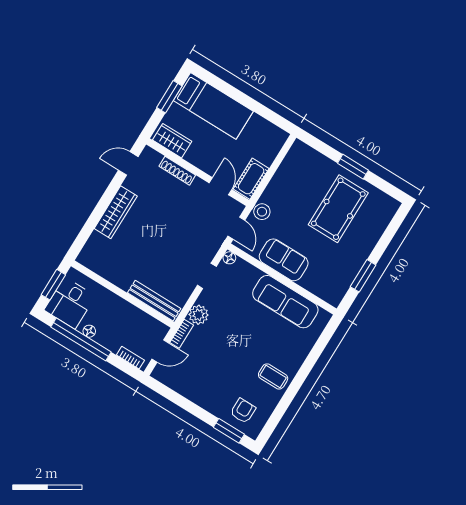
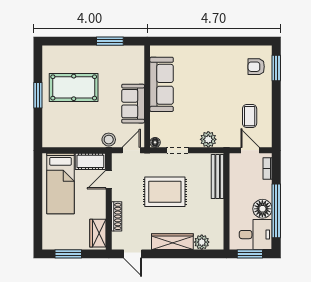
bed: (213, 106) -> (60, 183), moved, turned 180
rug: (172, 236) -> (165, 192), added
plant: (96, 242) -> (202, 242), added
floor lamp: (89, 331) -> (262, 209), width x1.89, depth x1.89
bookcase: (182, 334) -> (229, 143), removed
coffee table: (273, 376) -> (250, 116), moved

